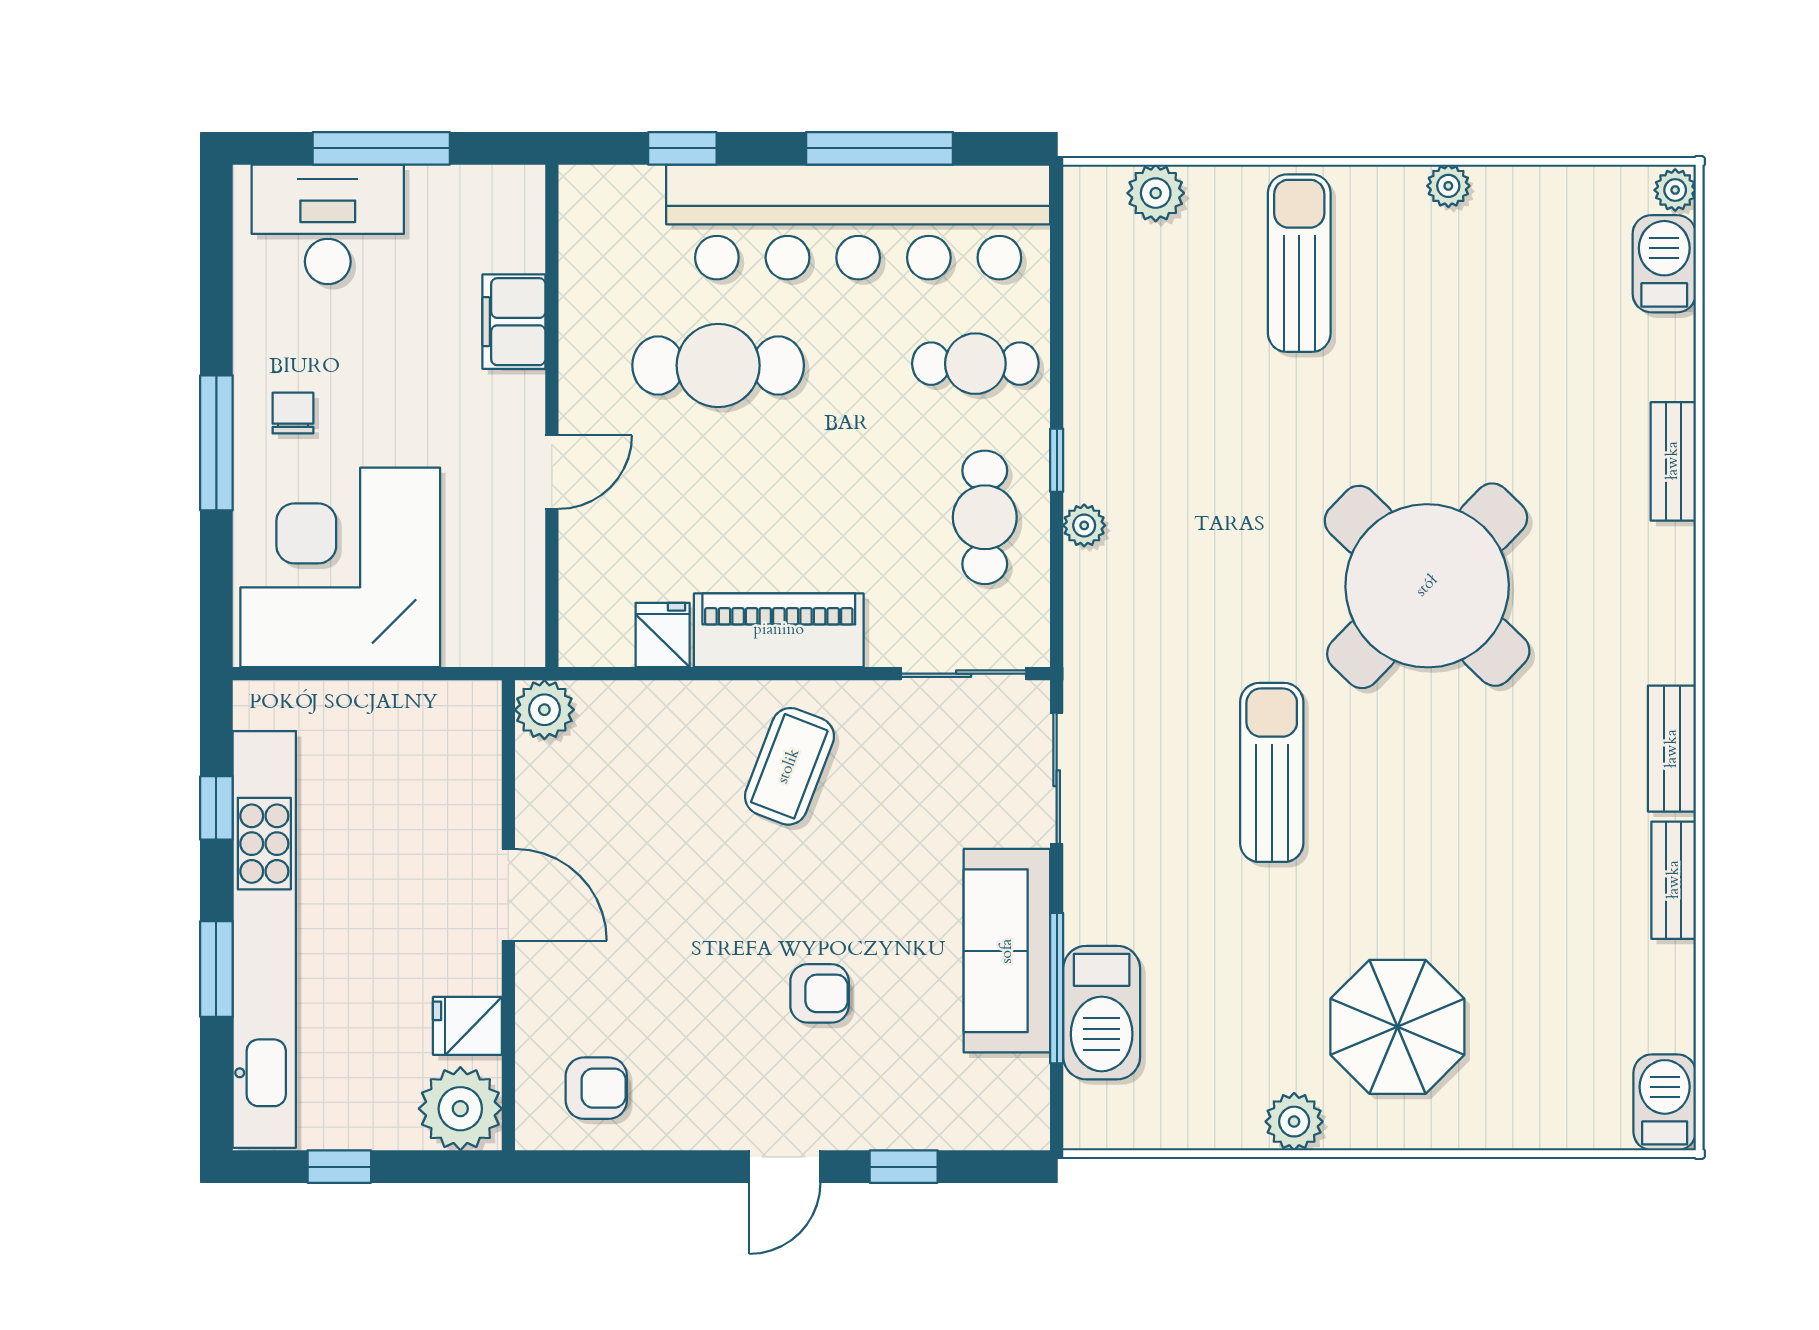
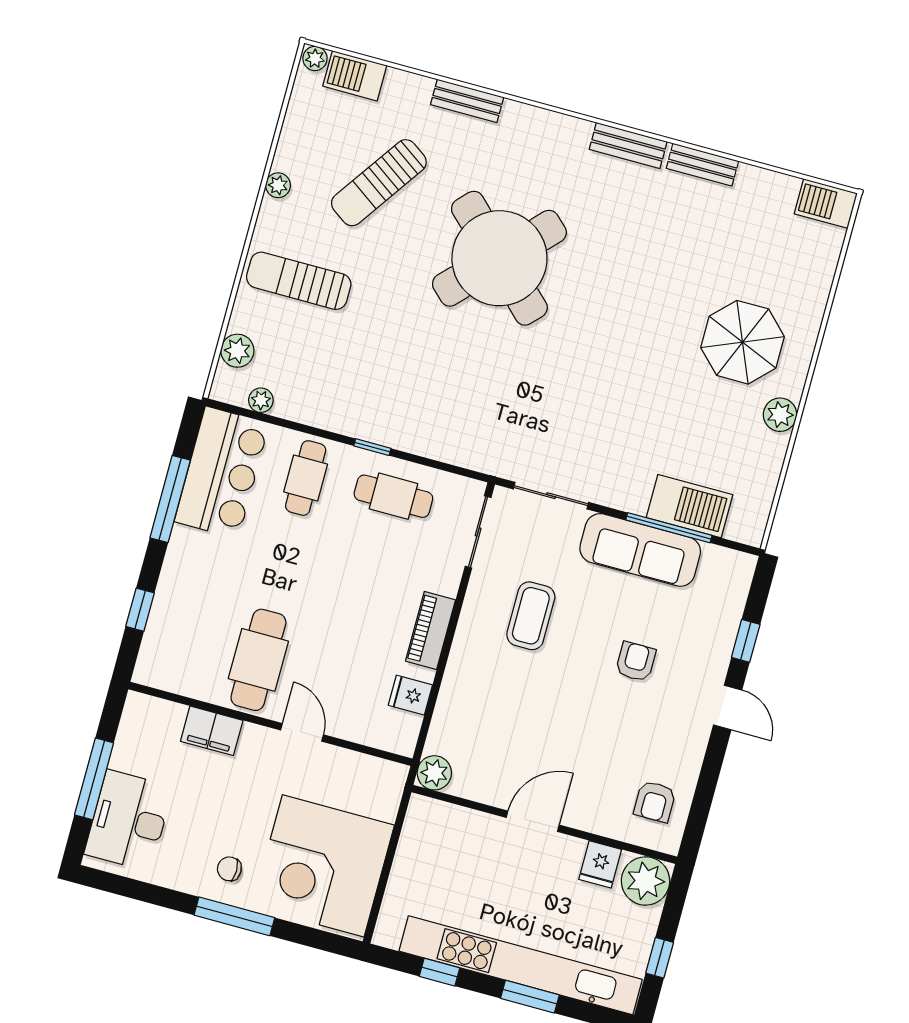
bar counter: (858, 222) -> (222, 472), width x0.54
cafe table: (718, 365) -> (258, 660), moved
plant: (1084, 525) -> (261, 400), moved
piano: (779, 630) -> (431, 630), width x0.73, depth x0.75
coffee table: (789, 766) -> (531, 616), moved, turned 69
sun lounger: (1272, 772) -> (379, 183), moved, turned -55
armchair: (596, 1088) -> (655, 801), turned 180

